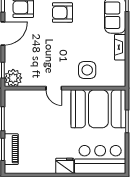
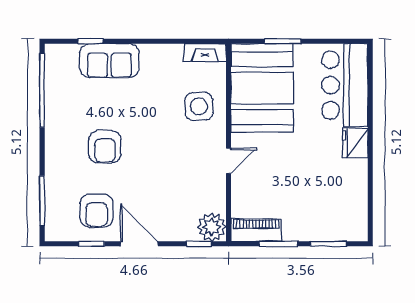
fireplace: (120, 47) -> (205, 53), moved
piano: (11, 149) -> (256, 230), moved

